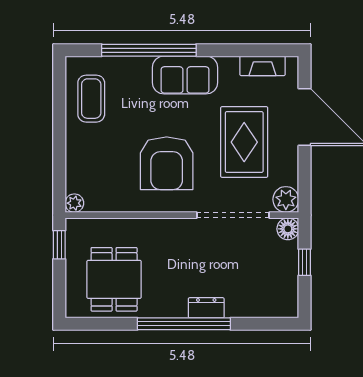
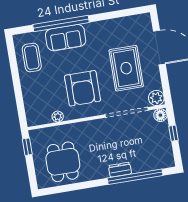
fireplace: (262, 66) -> (130, 22), removed
sofa: (185, 75) -> (66, 38), moved
plant: (74, 203) -> (58, 117), moved
window: (184, 324) -> (135, 177), moved

